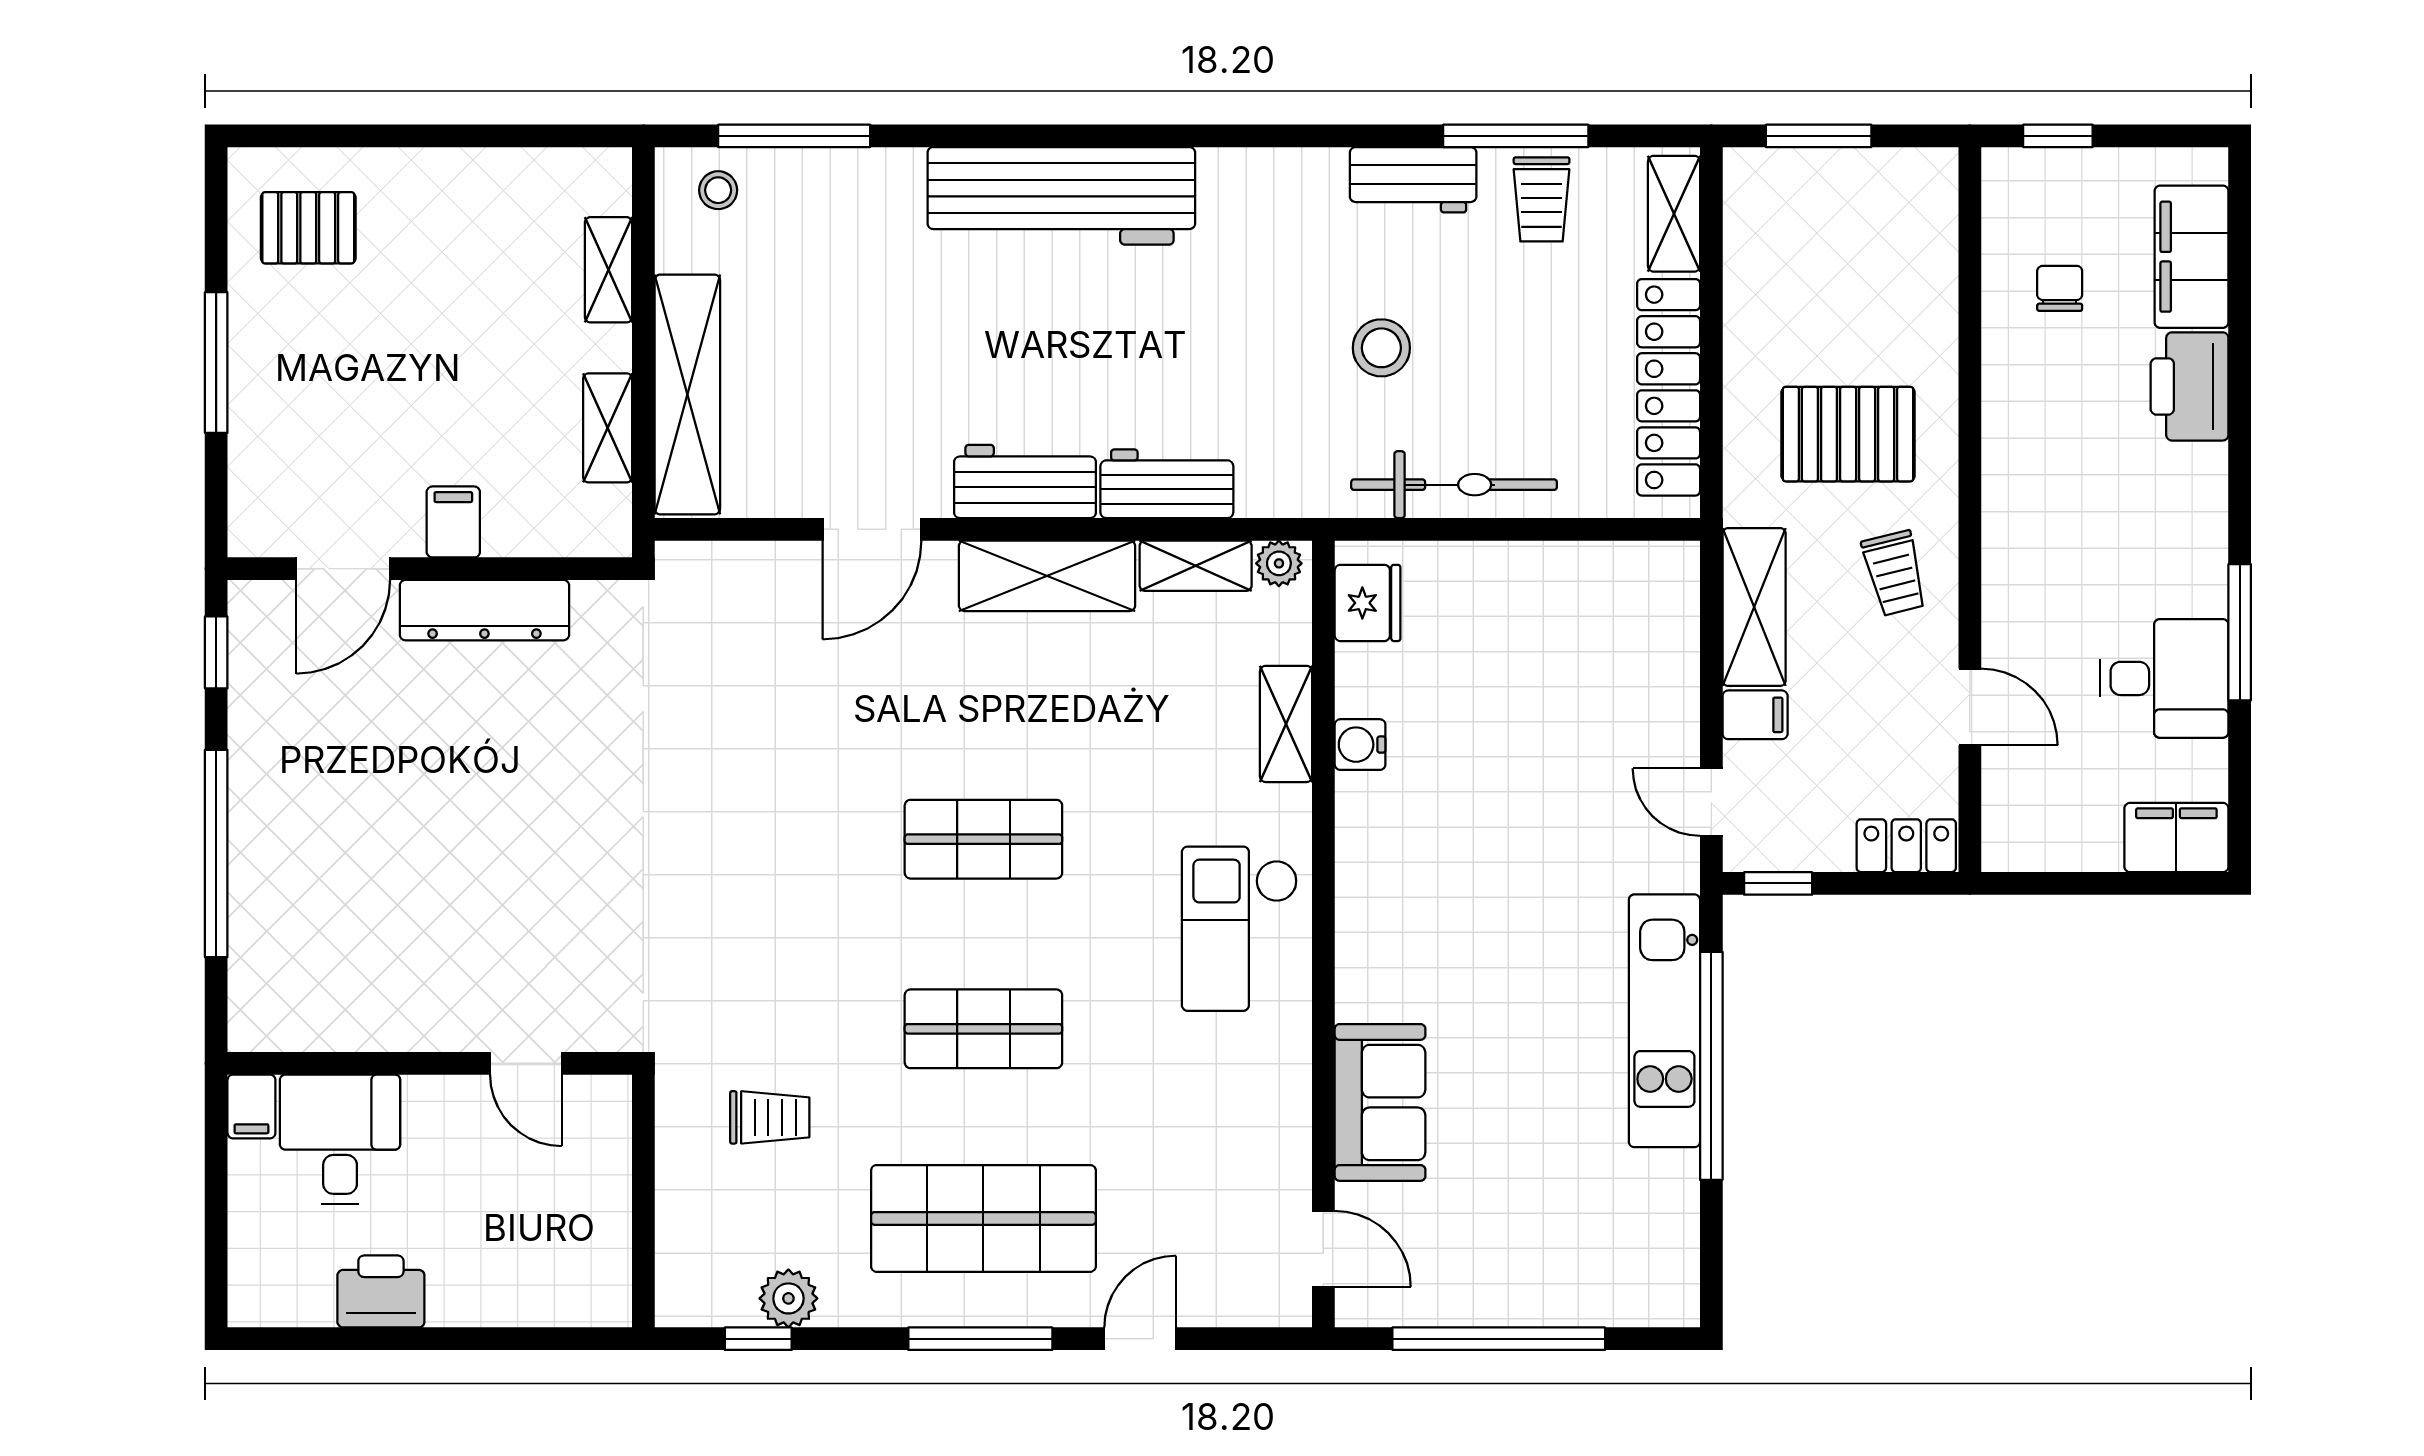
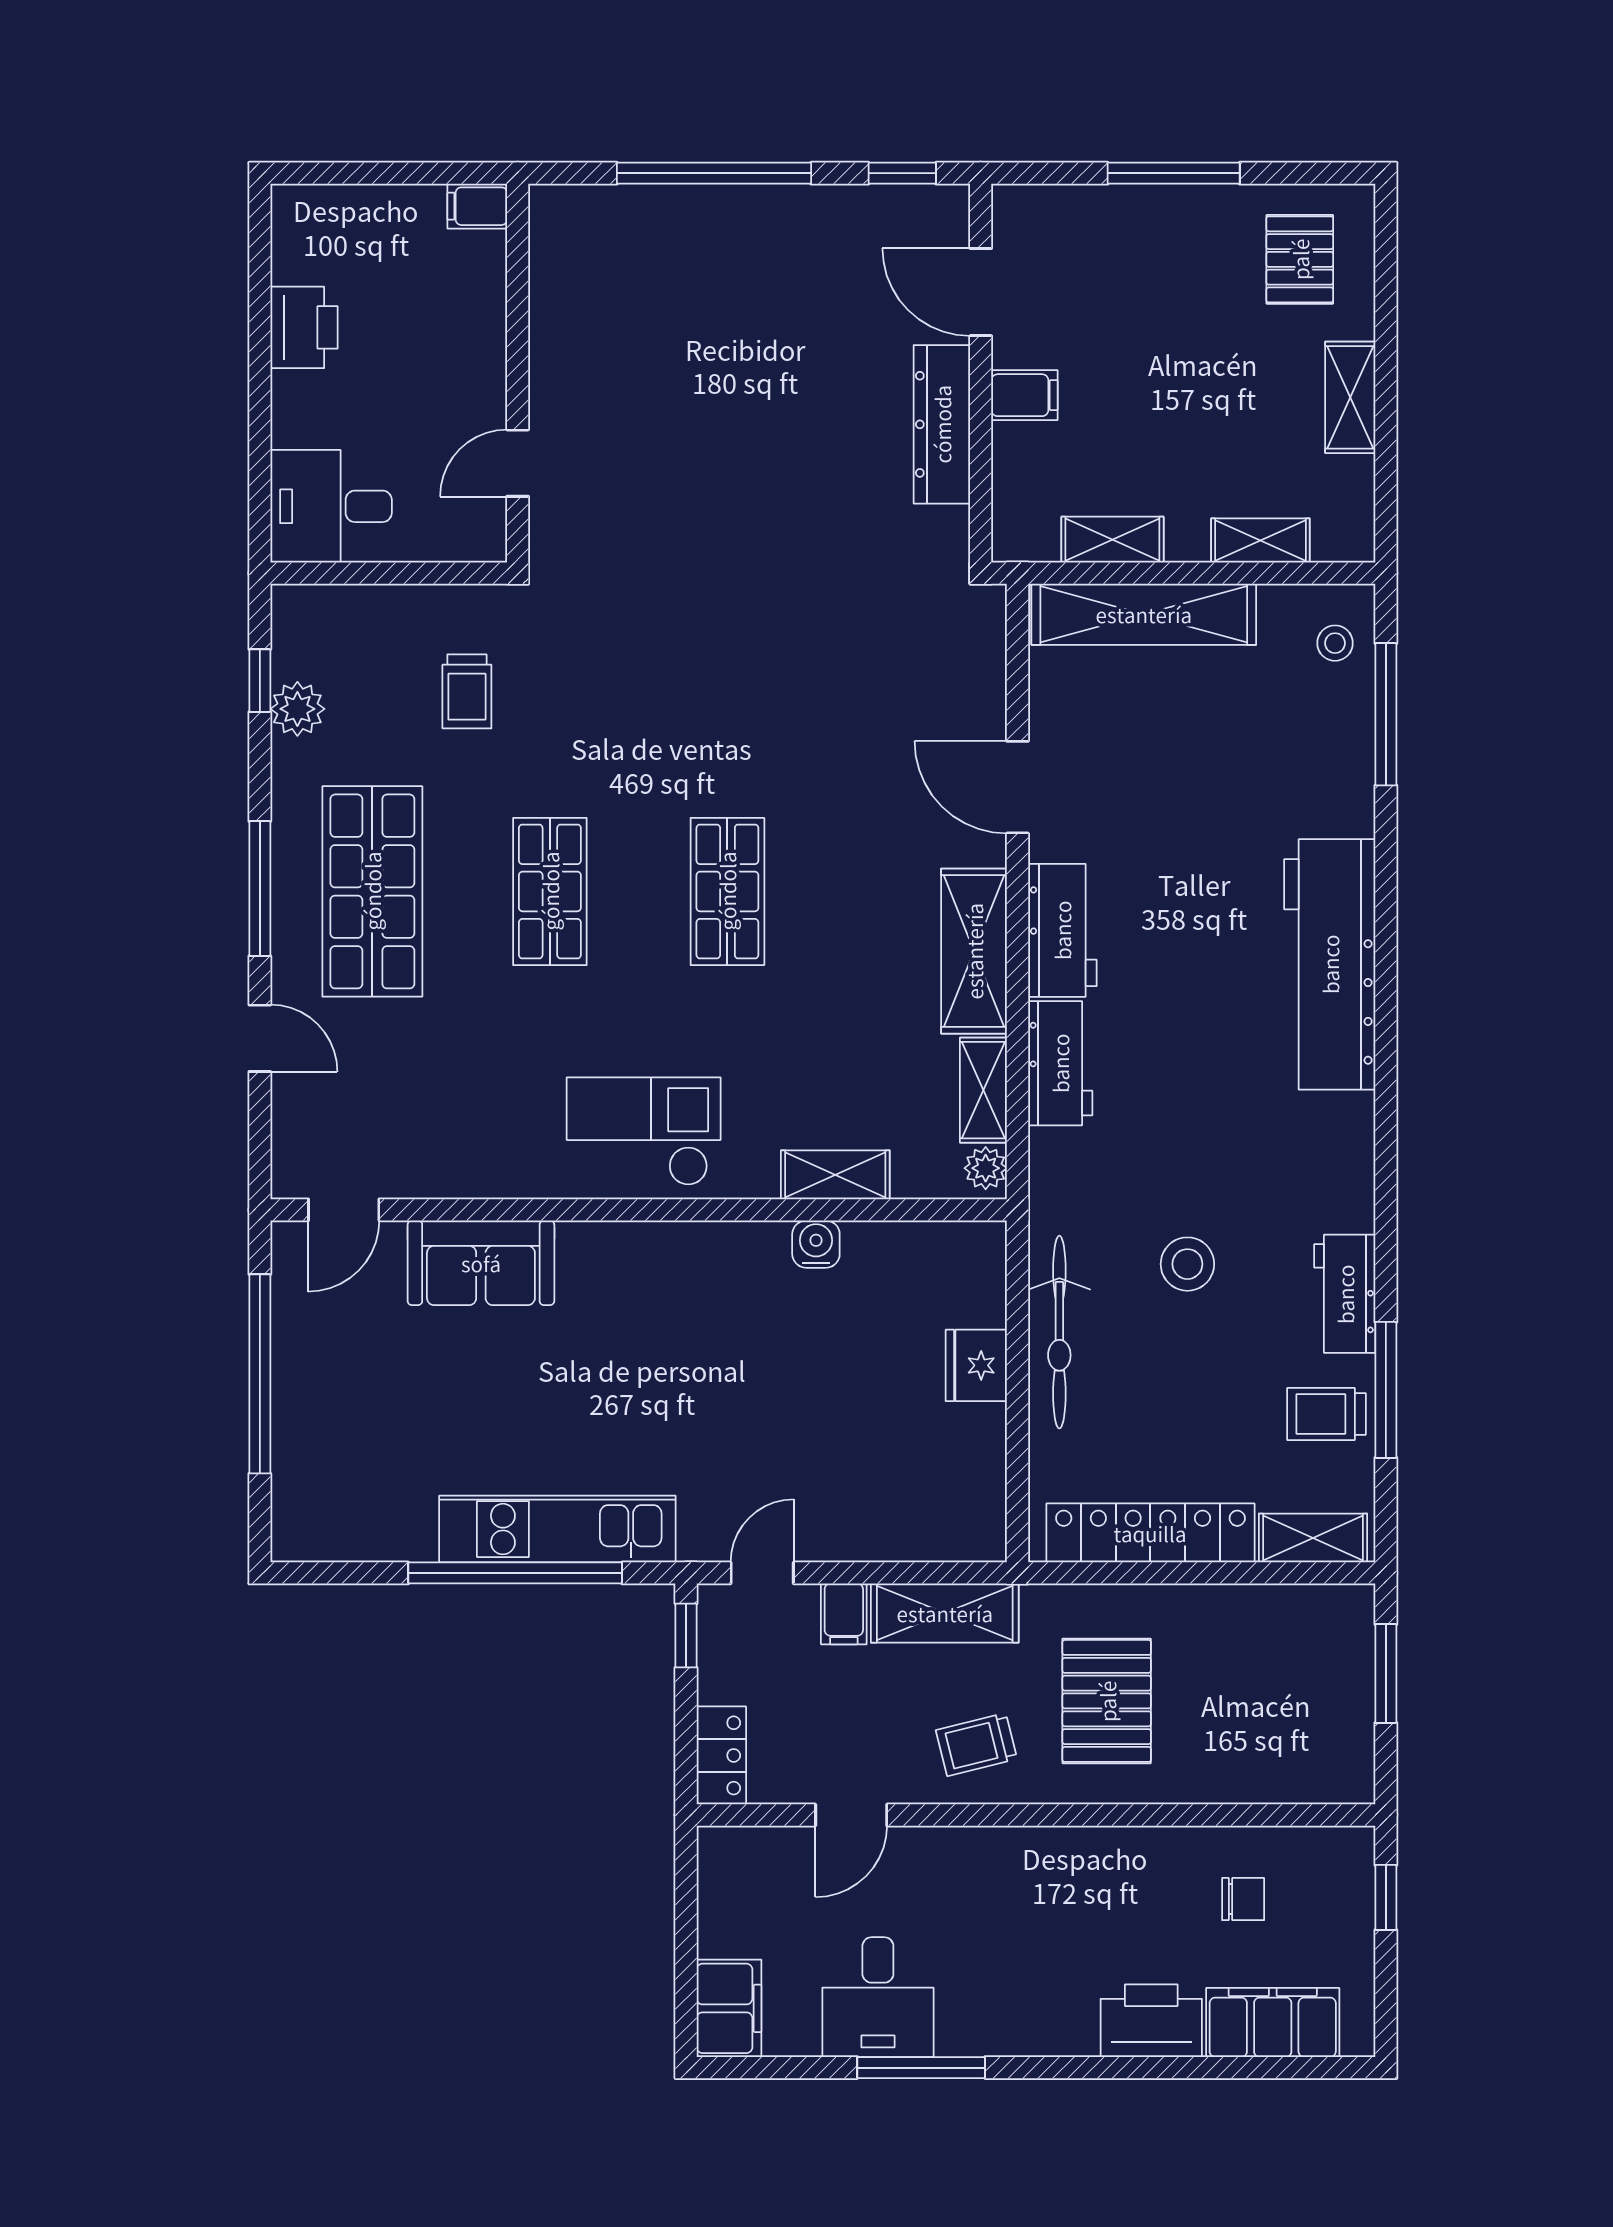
shelving: (456, 174) -> (1350, 397), added
fridge: (1368, 603) -> (976, 1365), moved, turned 90
desk: (340, 1139) -> (331, 506), moved, turned 180

